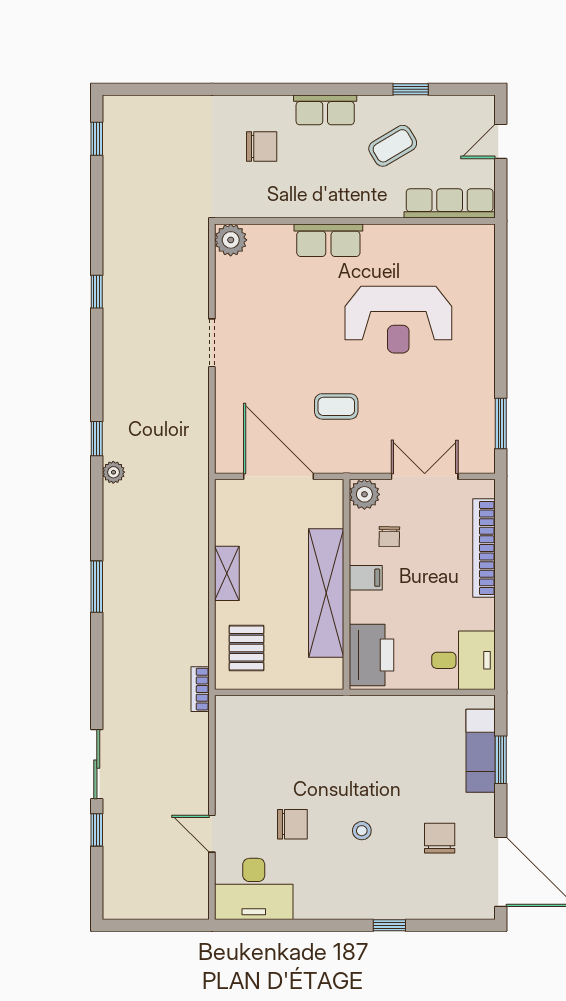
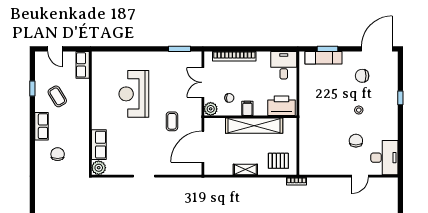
row of seats: (450, 203) -> (83, 65), width x0.68
row of seats: (328, 240) -> (99, 145), moved
reception desk: (398, 320) -> (134, 94), turned 180

